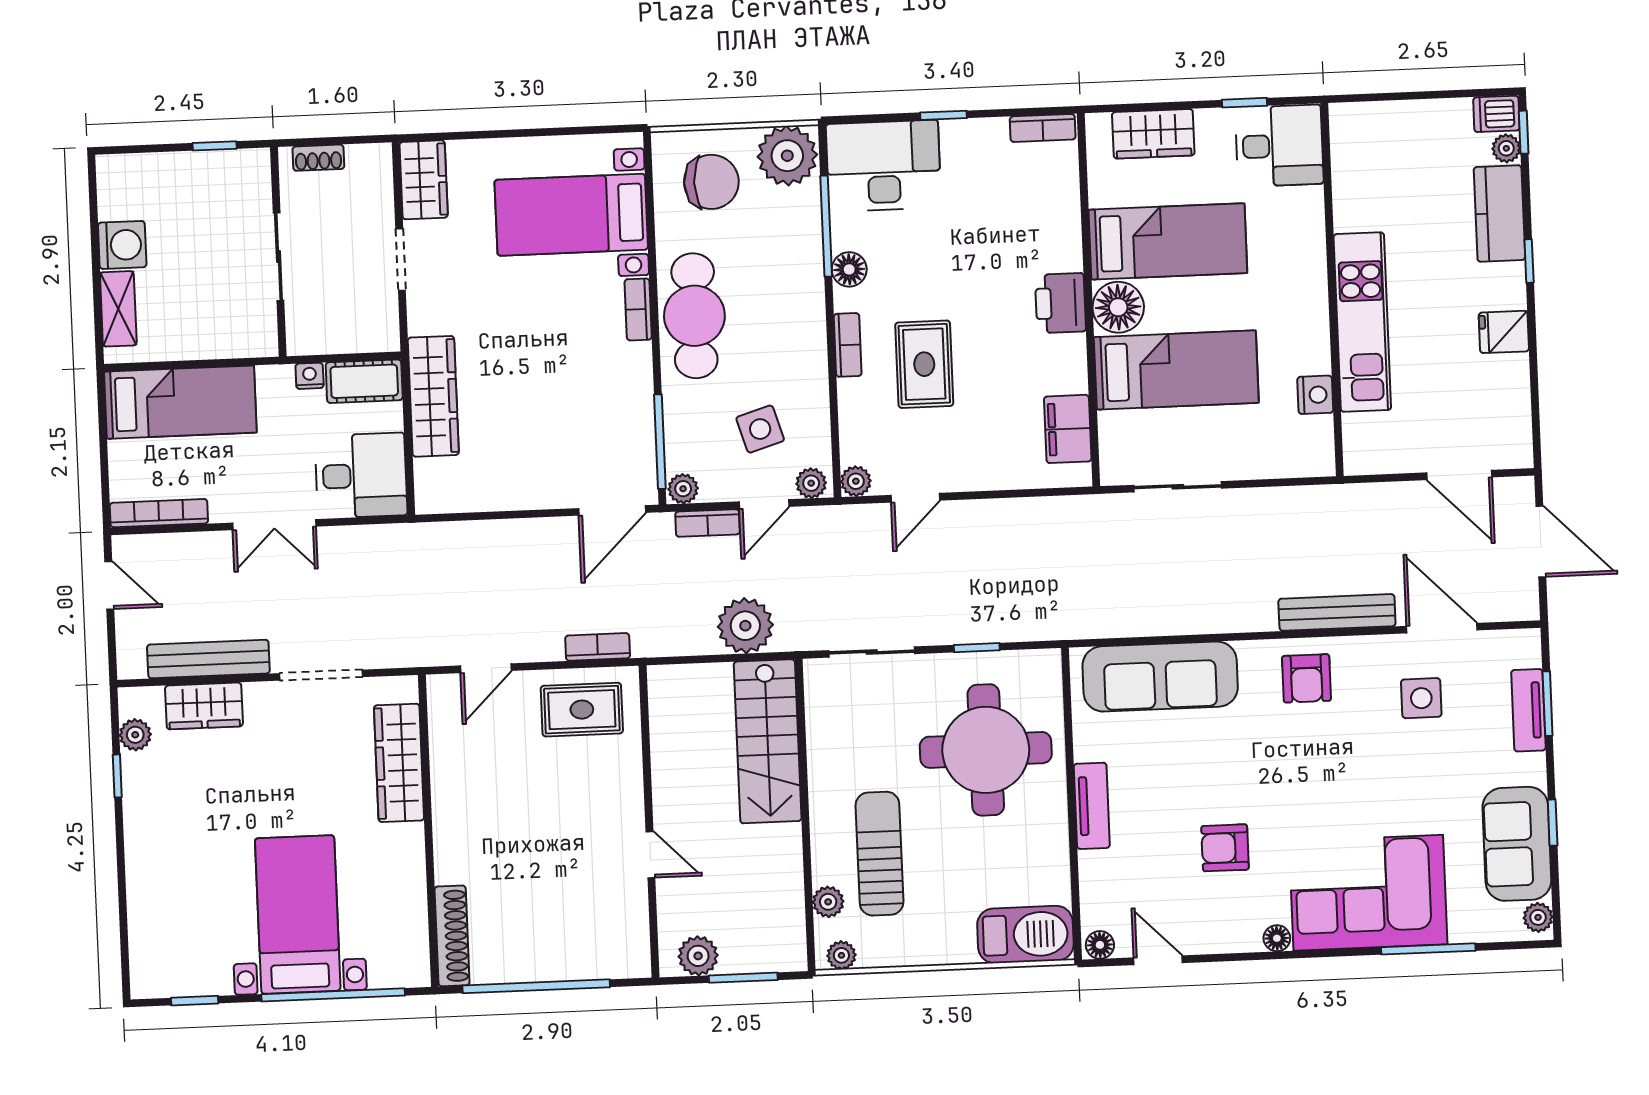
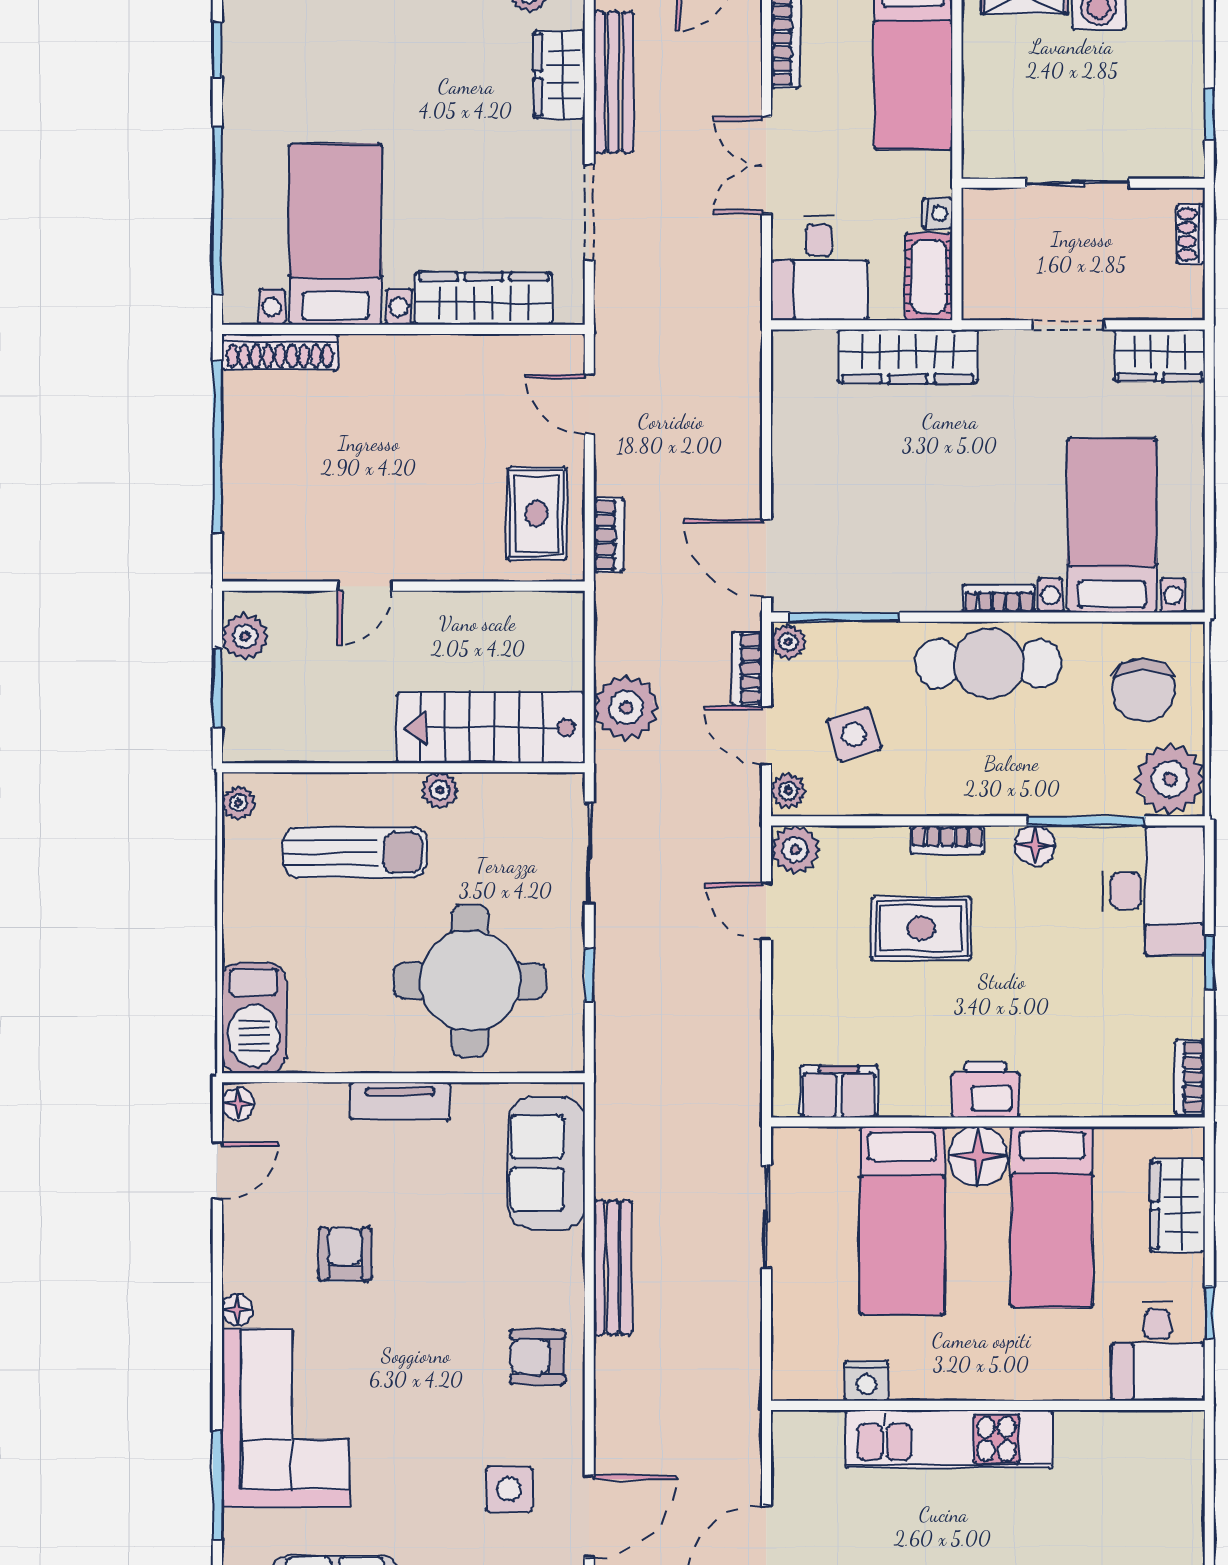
plant: (856, 481) -> (795, 850), width x1.38, depth x1.38
bench: (1337, 612) -> (613, 1268), moved
sofa: (1160, 677) -> (547, 1163), width x0.73
plant: (828, 902) -> (440, 790), moved
bed with nightstands: (298, 914) -> (335, 234), moved, turned -90

